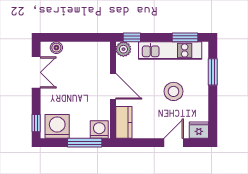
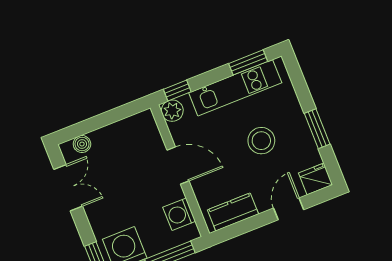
window: (213, 72) -> (317, 129), moved
kitchen counter: (124, 122) -> (233, 212), moved, turned -90
washing machine: (99, 130) -> (179, 214), moved, turned -90

